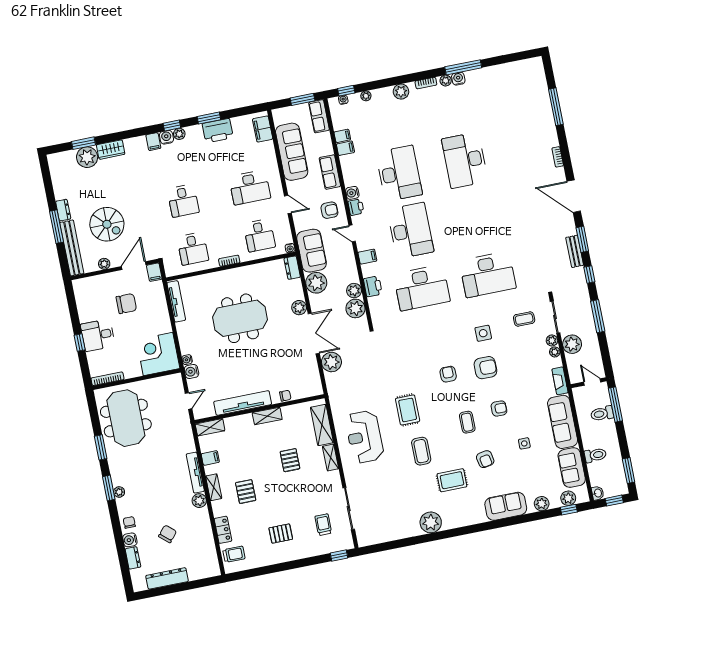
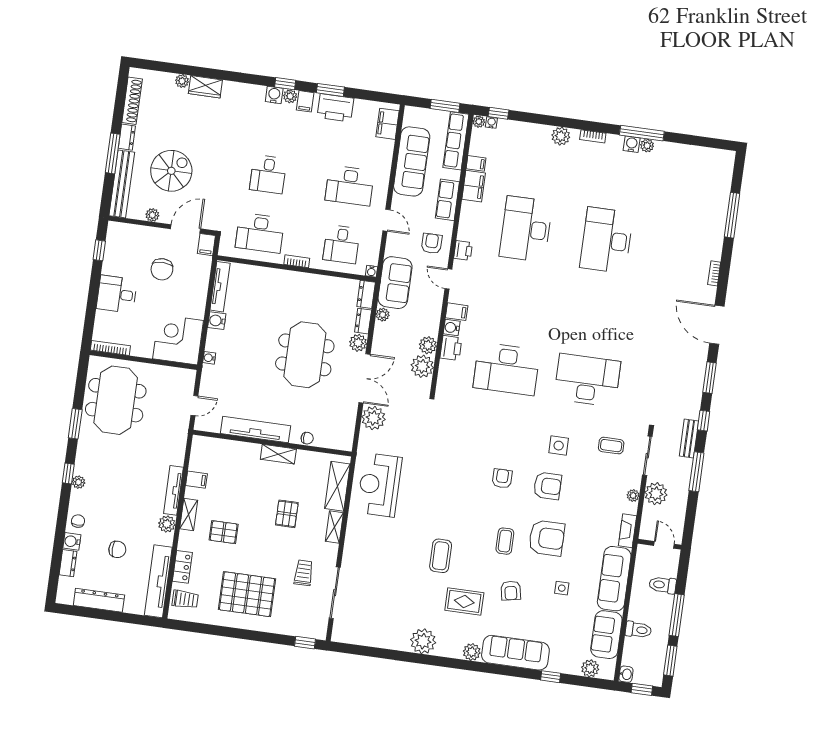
plant: (446, 81) -> (647, 146), moved
plant: (366, 96) -> (479, 122), moved
row of seats: (319, 116) -> (456, 141), width x1.48
filing cabinet: (153, 142) -> (305, 101), moved
window: (83, 143) -> (177, 69), removed
filing cabinet: (345, 148) -> (474, 186), width x2.00
plant: (87, 157) -> (182, 81), width x0.53, depth x0.53
desk: (399, 173) -> (526, 229), turned 180
shoe rack: (57, 180) -> (132, 101), added
water cooler: (352, 193) -> (452, 328), moved
armchair: (329, 210) -> (432, 243), turned -90
spiral stairs: (107, 224) -> (171, 171), turned -90
desk: (410, 231) -> (516, 299), removed
desk: (193, 249) -> (260, 233), width x1.37
bench: (575, 251) -> (689, 438), moved
desk: (488, 274) -> (587, 380), turned 180
plant: (316, 283) -> (383, 315), width x0.53, depth x0.53
dresser: (297, 289) -> (363, 321), added
chair: (126, 304) -> (162, 269), turned 90
meeting table: (240, 318) -> (305, 355), moved, turned 90
plant: (552, 340) -> (634, 481), removed
window: (80, 343) -> (99, 250), moved
water cooler: (191, 371) -> (217, 321), moved
window: (615, 404) -> (677, 615), moved
armchair: (499, 409) -> (547, 538), width x1.88, depth x1.88
rug: (408, 410) -> (441, 503), removed
shelving: (210, 427) -> (208, 444), removed
reception desk: (364, 437) -> (379, 485), moved
window: (109, 488) -> (68, 473), width x0.67
pallet: (246, 492) -> (224, 532), turned 90
plant: (542, 504) -> (472, 652), moved
sofa: (506, 506) -> (515, 653), width x1.36
window: (569, 510) -> (551, 677), moved
trolley: (323, 525) -> (304, 573), moved
chair: (168, 534) -> (117, 549), turned 49
pallet: (281, 534) -> (247, 594), width x2.05, depth x2.00
tv unit: (208, 548) -> (158, 581), added

